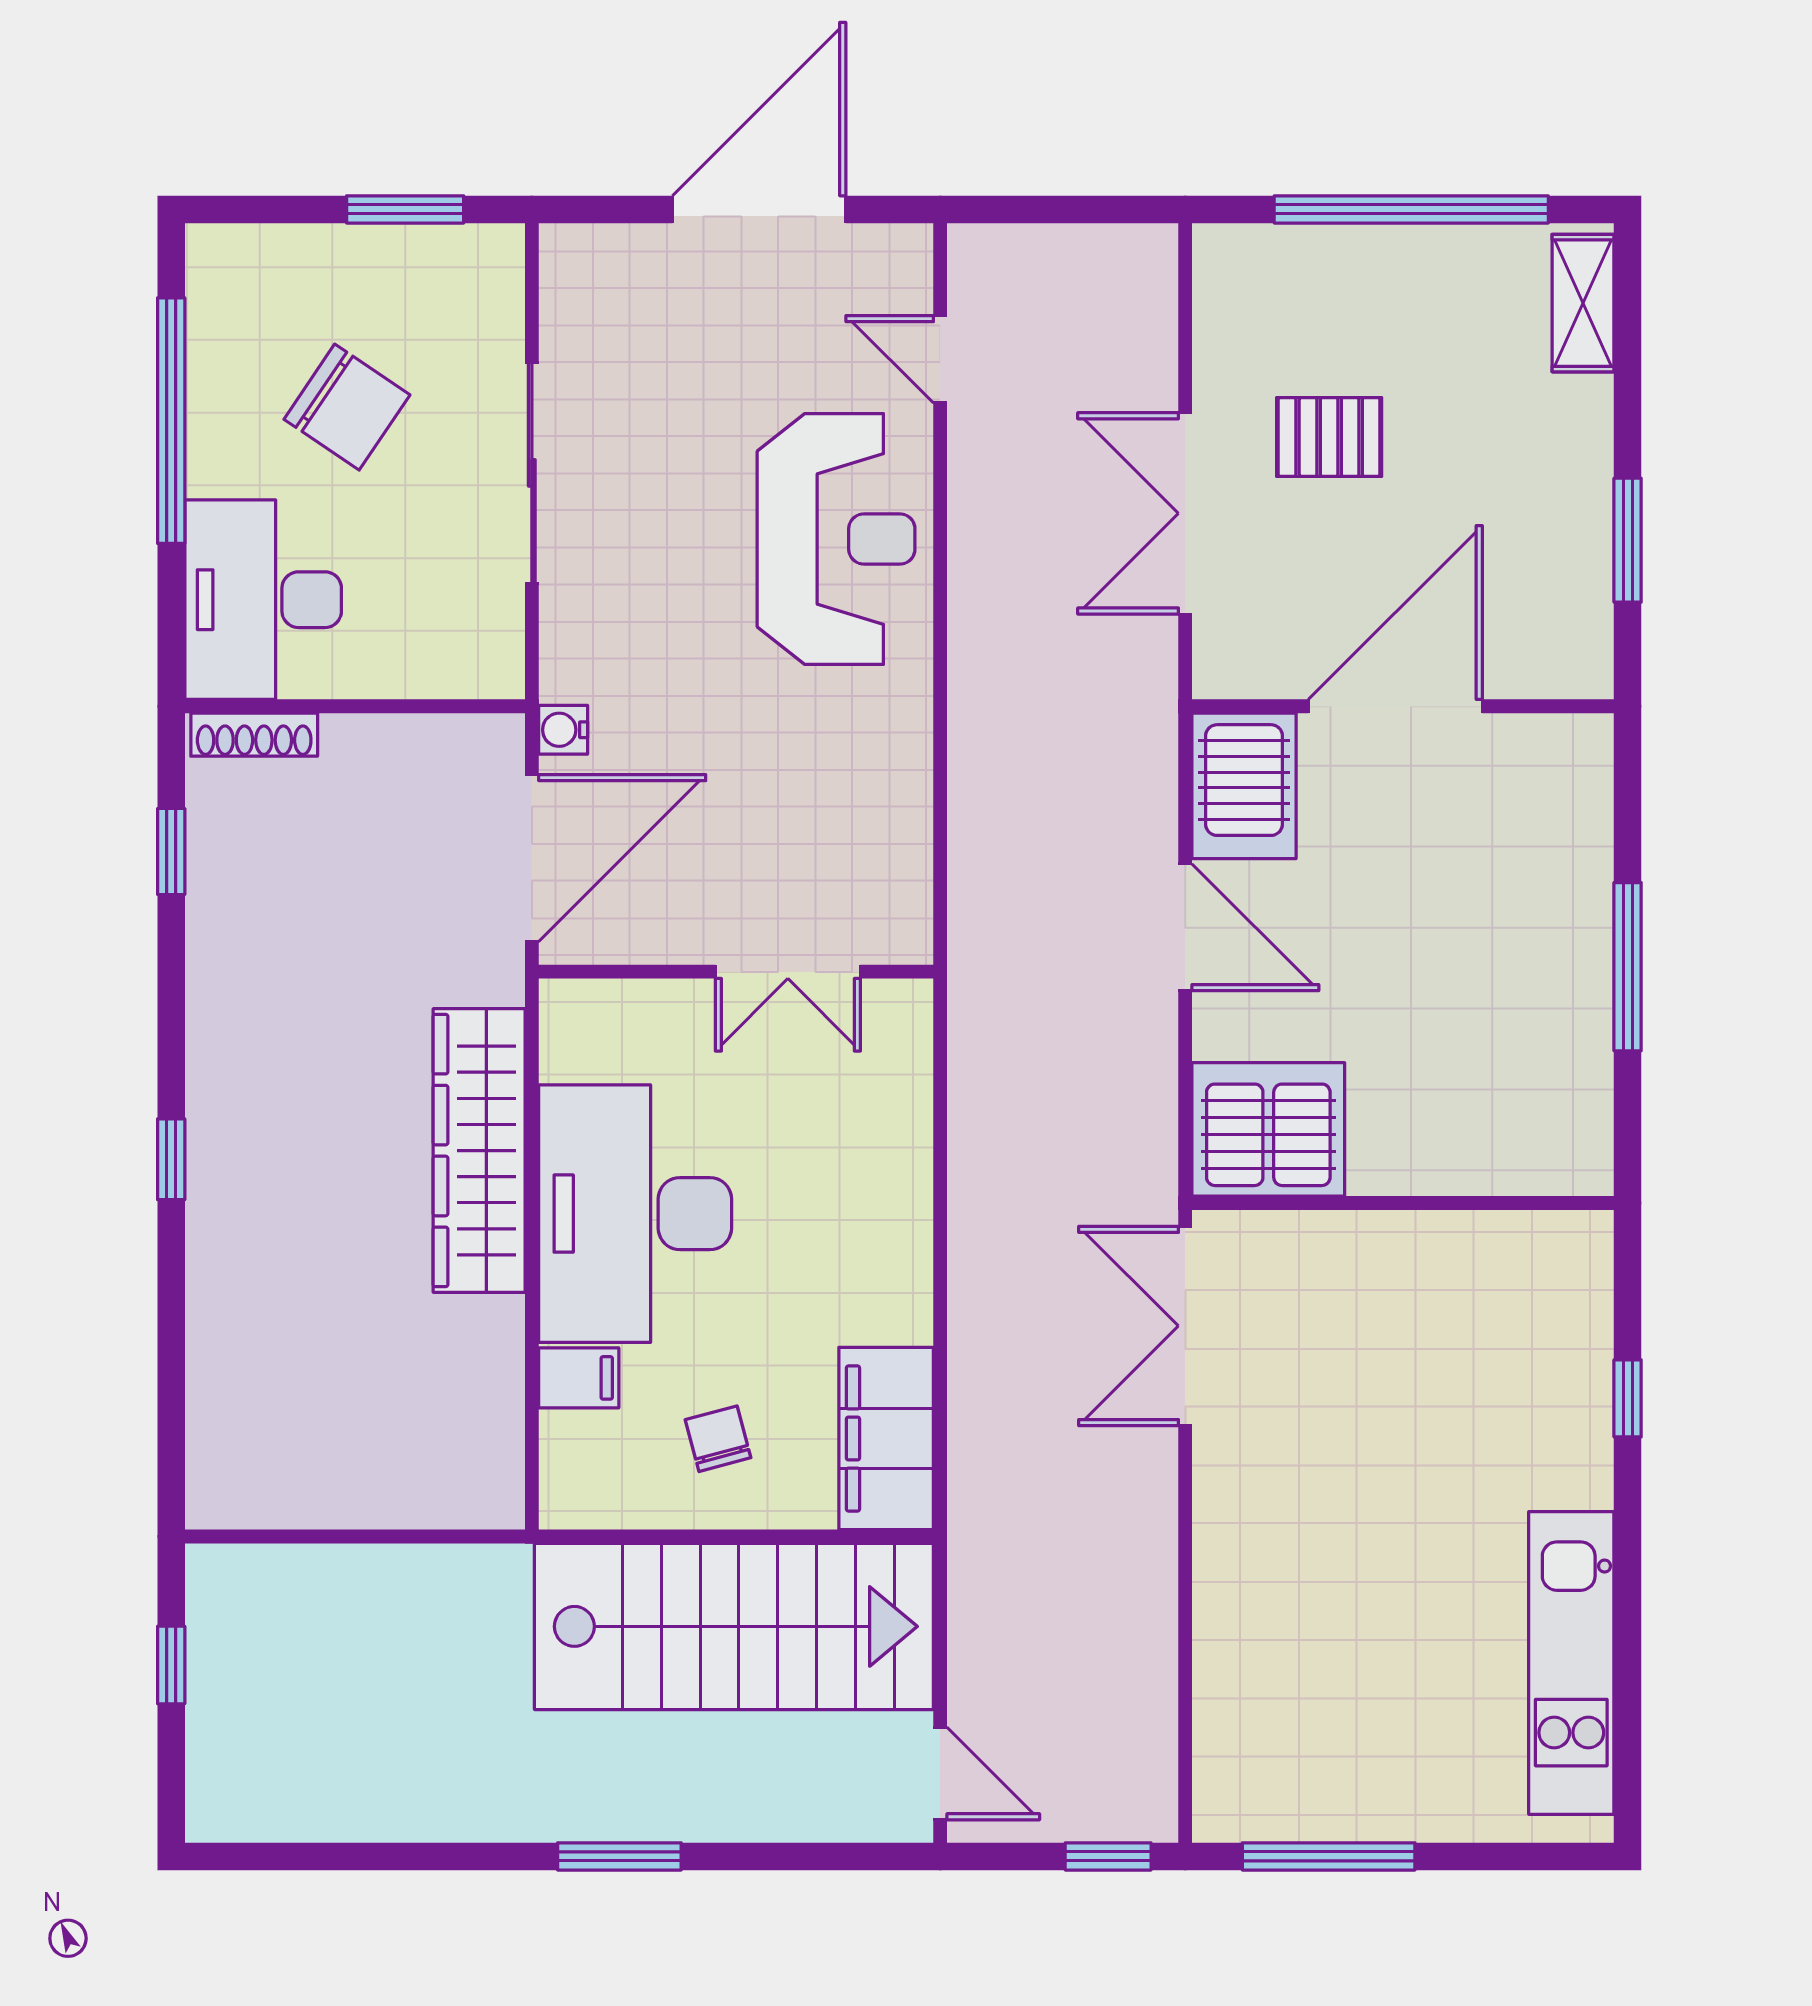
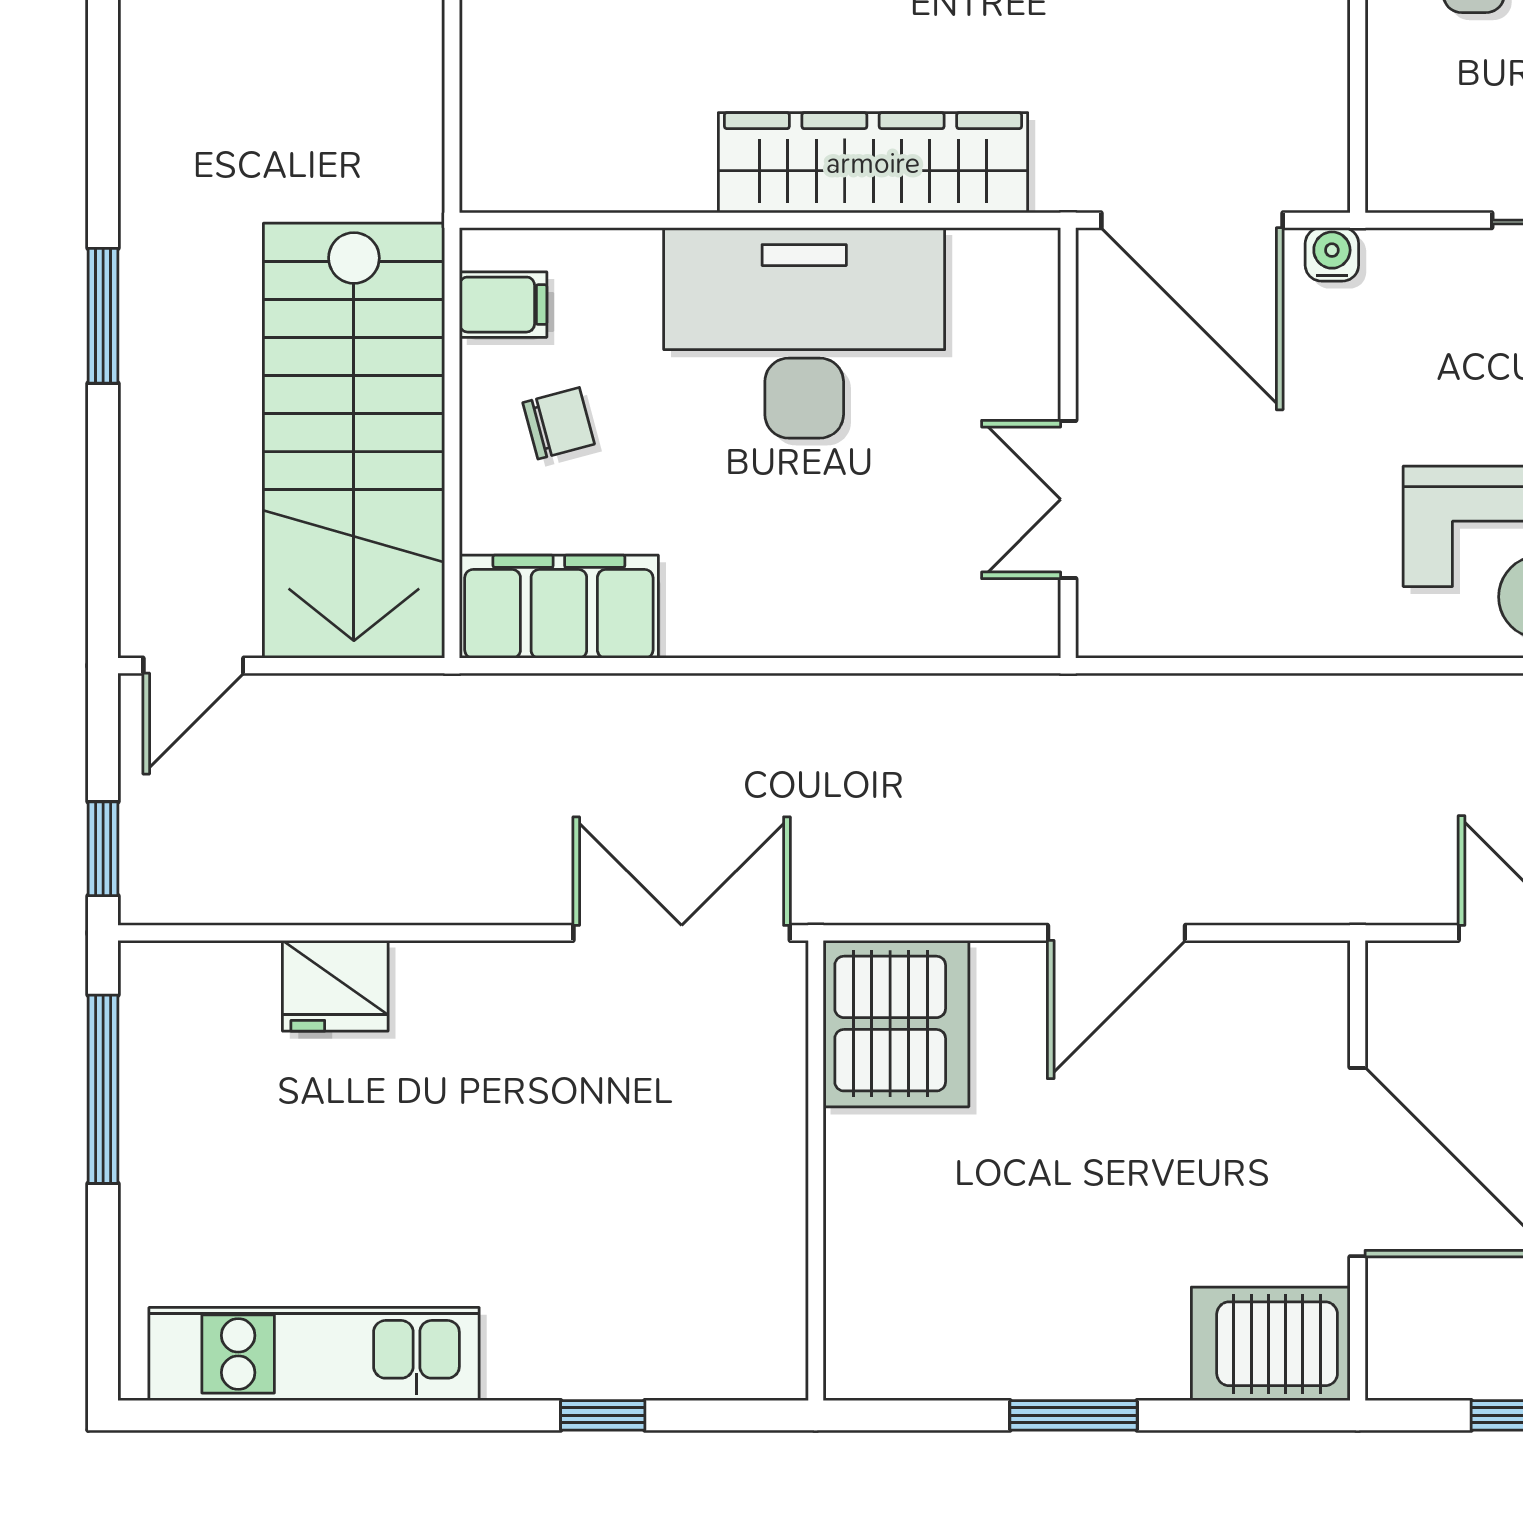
server rack: (1244, 786) -> (1271, 1344), moved
window: (1628, 967) -> (1074, 1415), width x0.69
filing cabinet: (579, 1378) -> (503, 305), moved, turned -90
fridge: (1234, 1644) -> (335, 986), added

